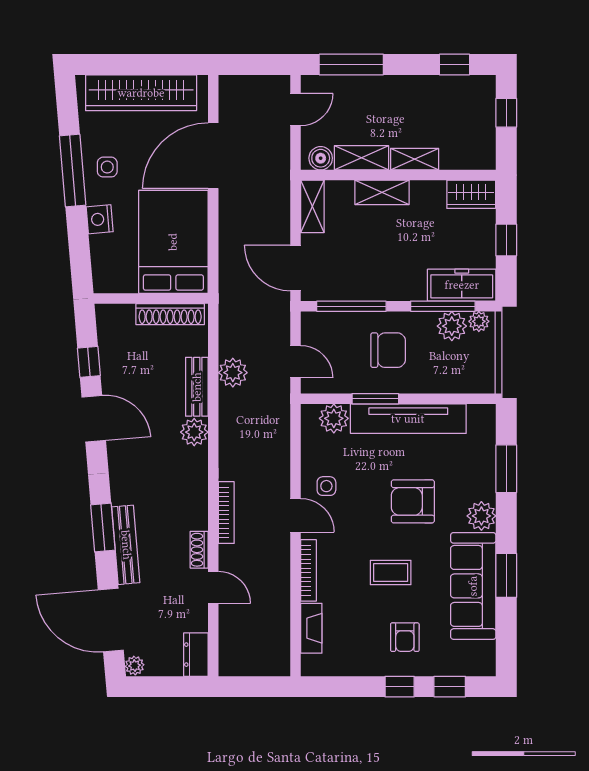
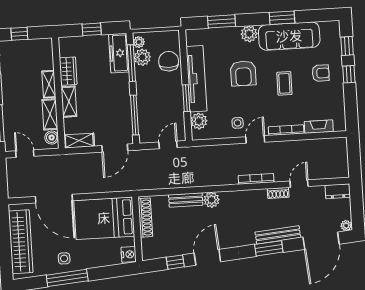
wardrobe: (471, 194) -> (68, 71), moved
nightstand: (100, 219) -> (129, 254), moved, turned -85
chair: (388, 350) -> (169, 61), moved
plant: (233, 373) -> (176, 180), removed

